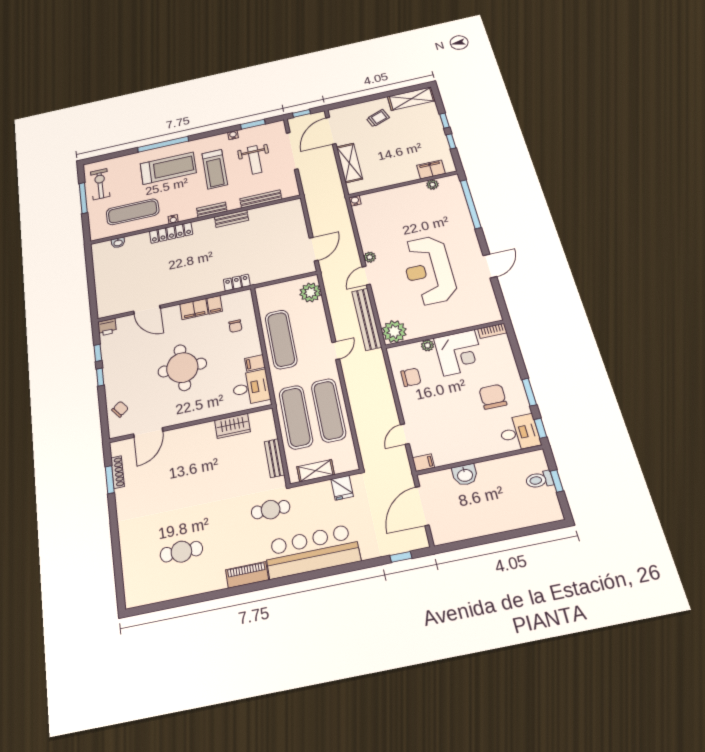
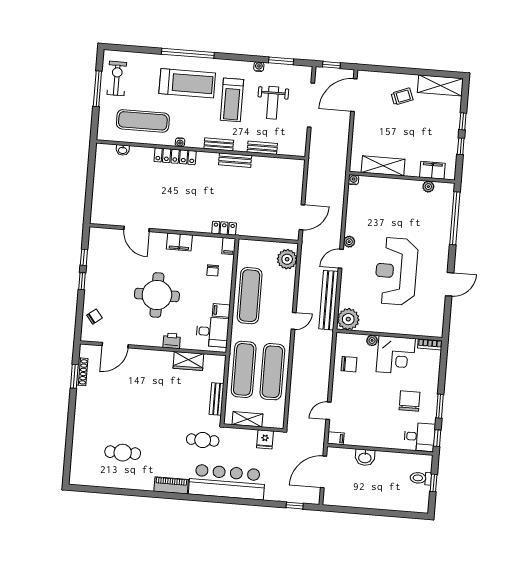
shelving: (349, 163) -> (383, 166), moved, turned 90
bench: (261, 199) -> (262, 148), width x0.73
filing cabinet: (215, 305) -> (229, 246), moved
printer: (107, 327) -> (172, 341), moved, turned 180

